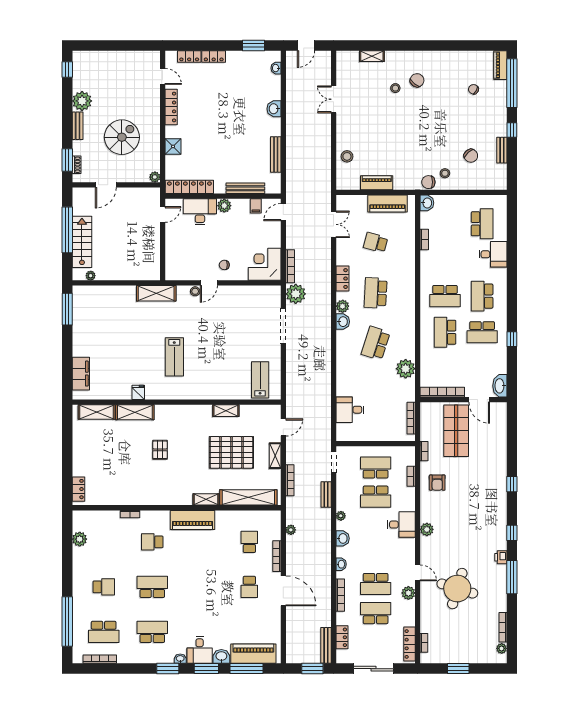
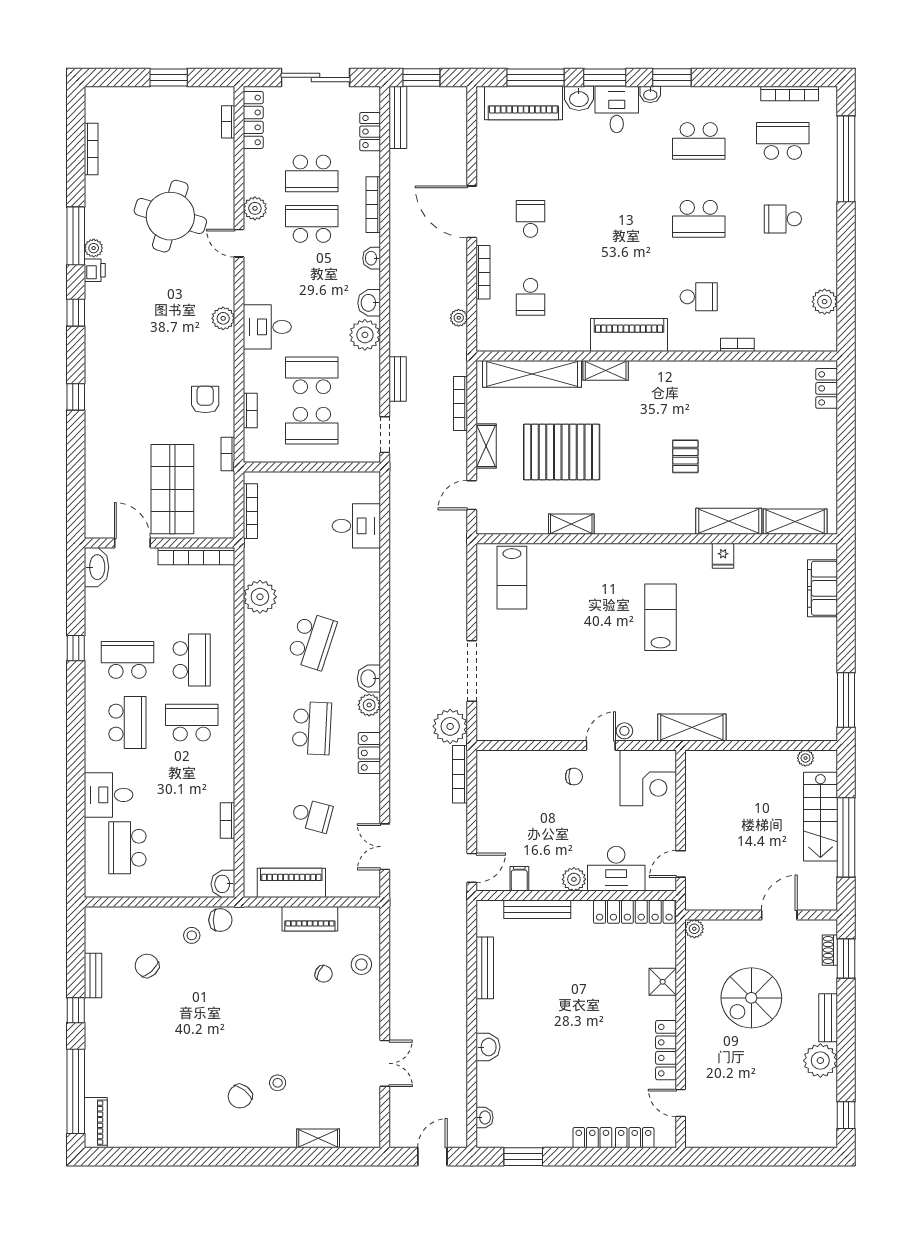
chair: (474, 89) -> (324, 974), moved
corner desk: (265, 264) -> (648, 778), moved
plant: (341, 516) -> (365, 335), width x1.88, depth x1.88
plant: (502, 648) -> (94, 248), moved

